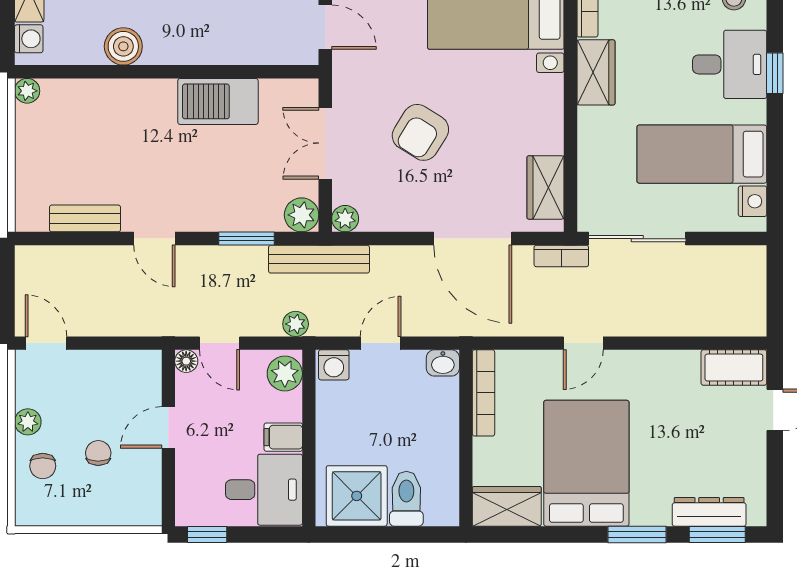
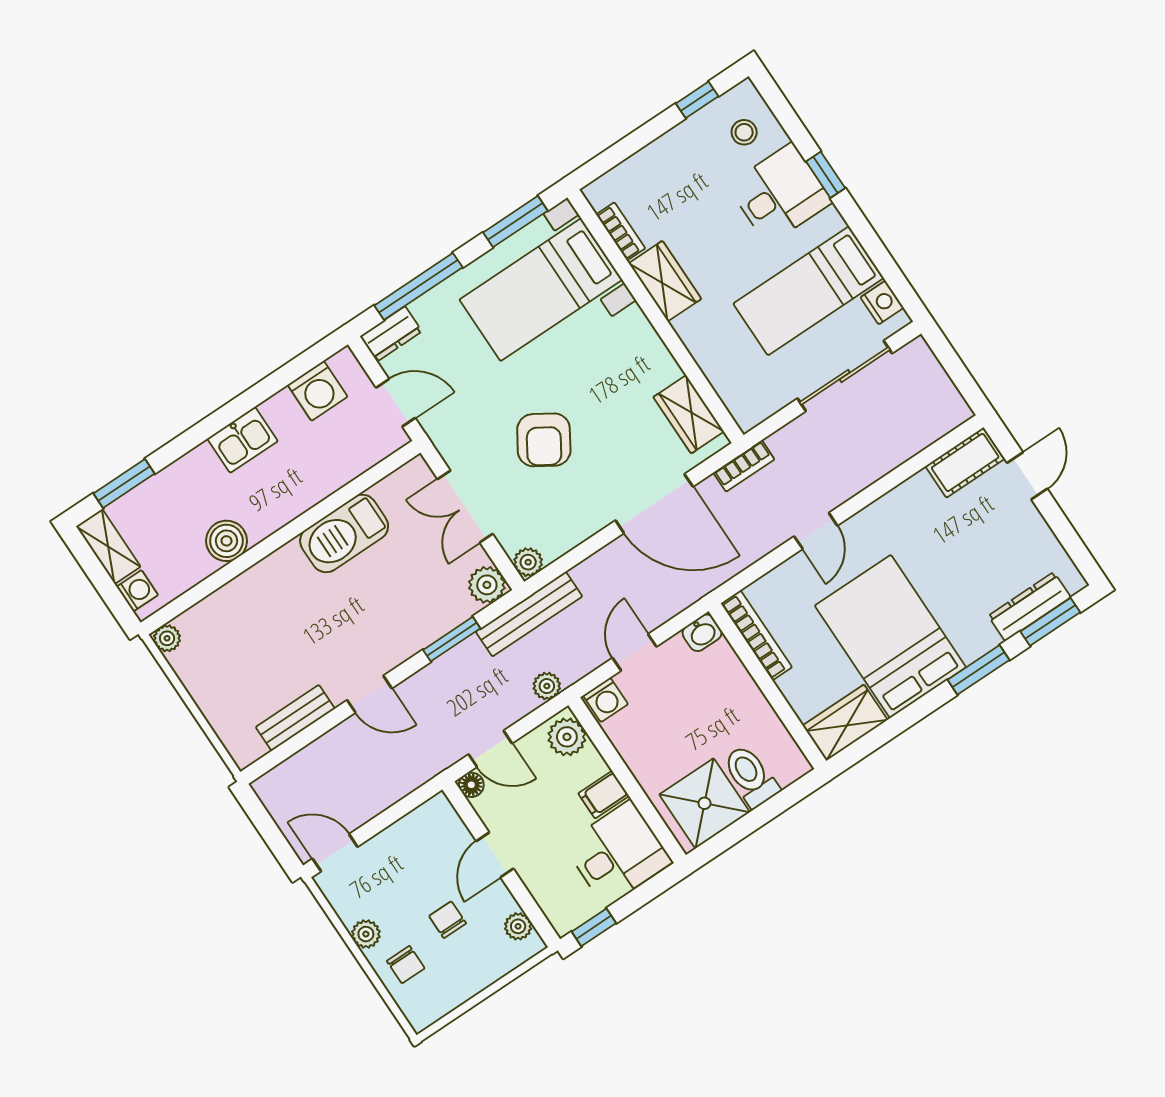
sliding door: (637, 239) -> (845, 376), moved
plant: (149, 495) -> (518, 926), added

